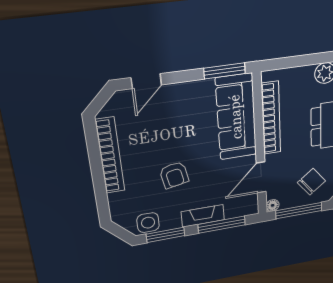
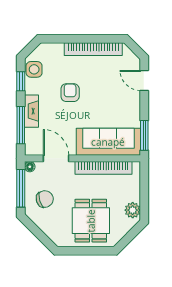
armchair: (174, 175) -> (70, 93), turned 101
chair: (312, 182) -> (45, 199), turned -68
window: (166, 235) -> (21, 81), width x0.67

